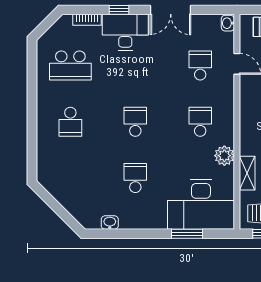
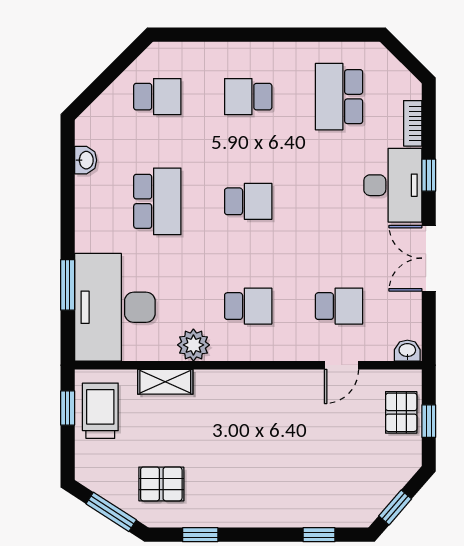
school desk: (70, 178) -> (157, 97), added
school desk: (135, 178) -> (157, 201), width x1.85

